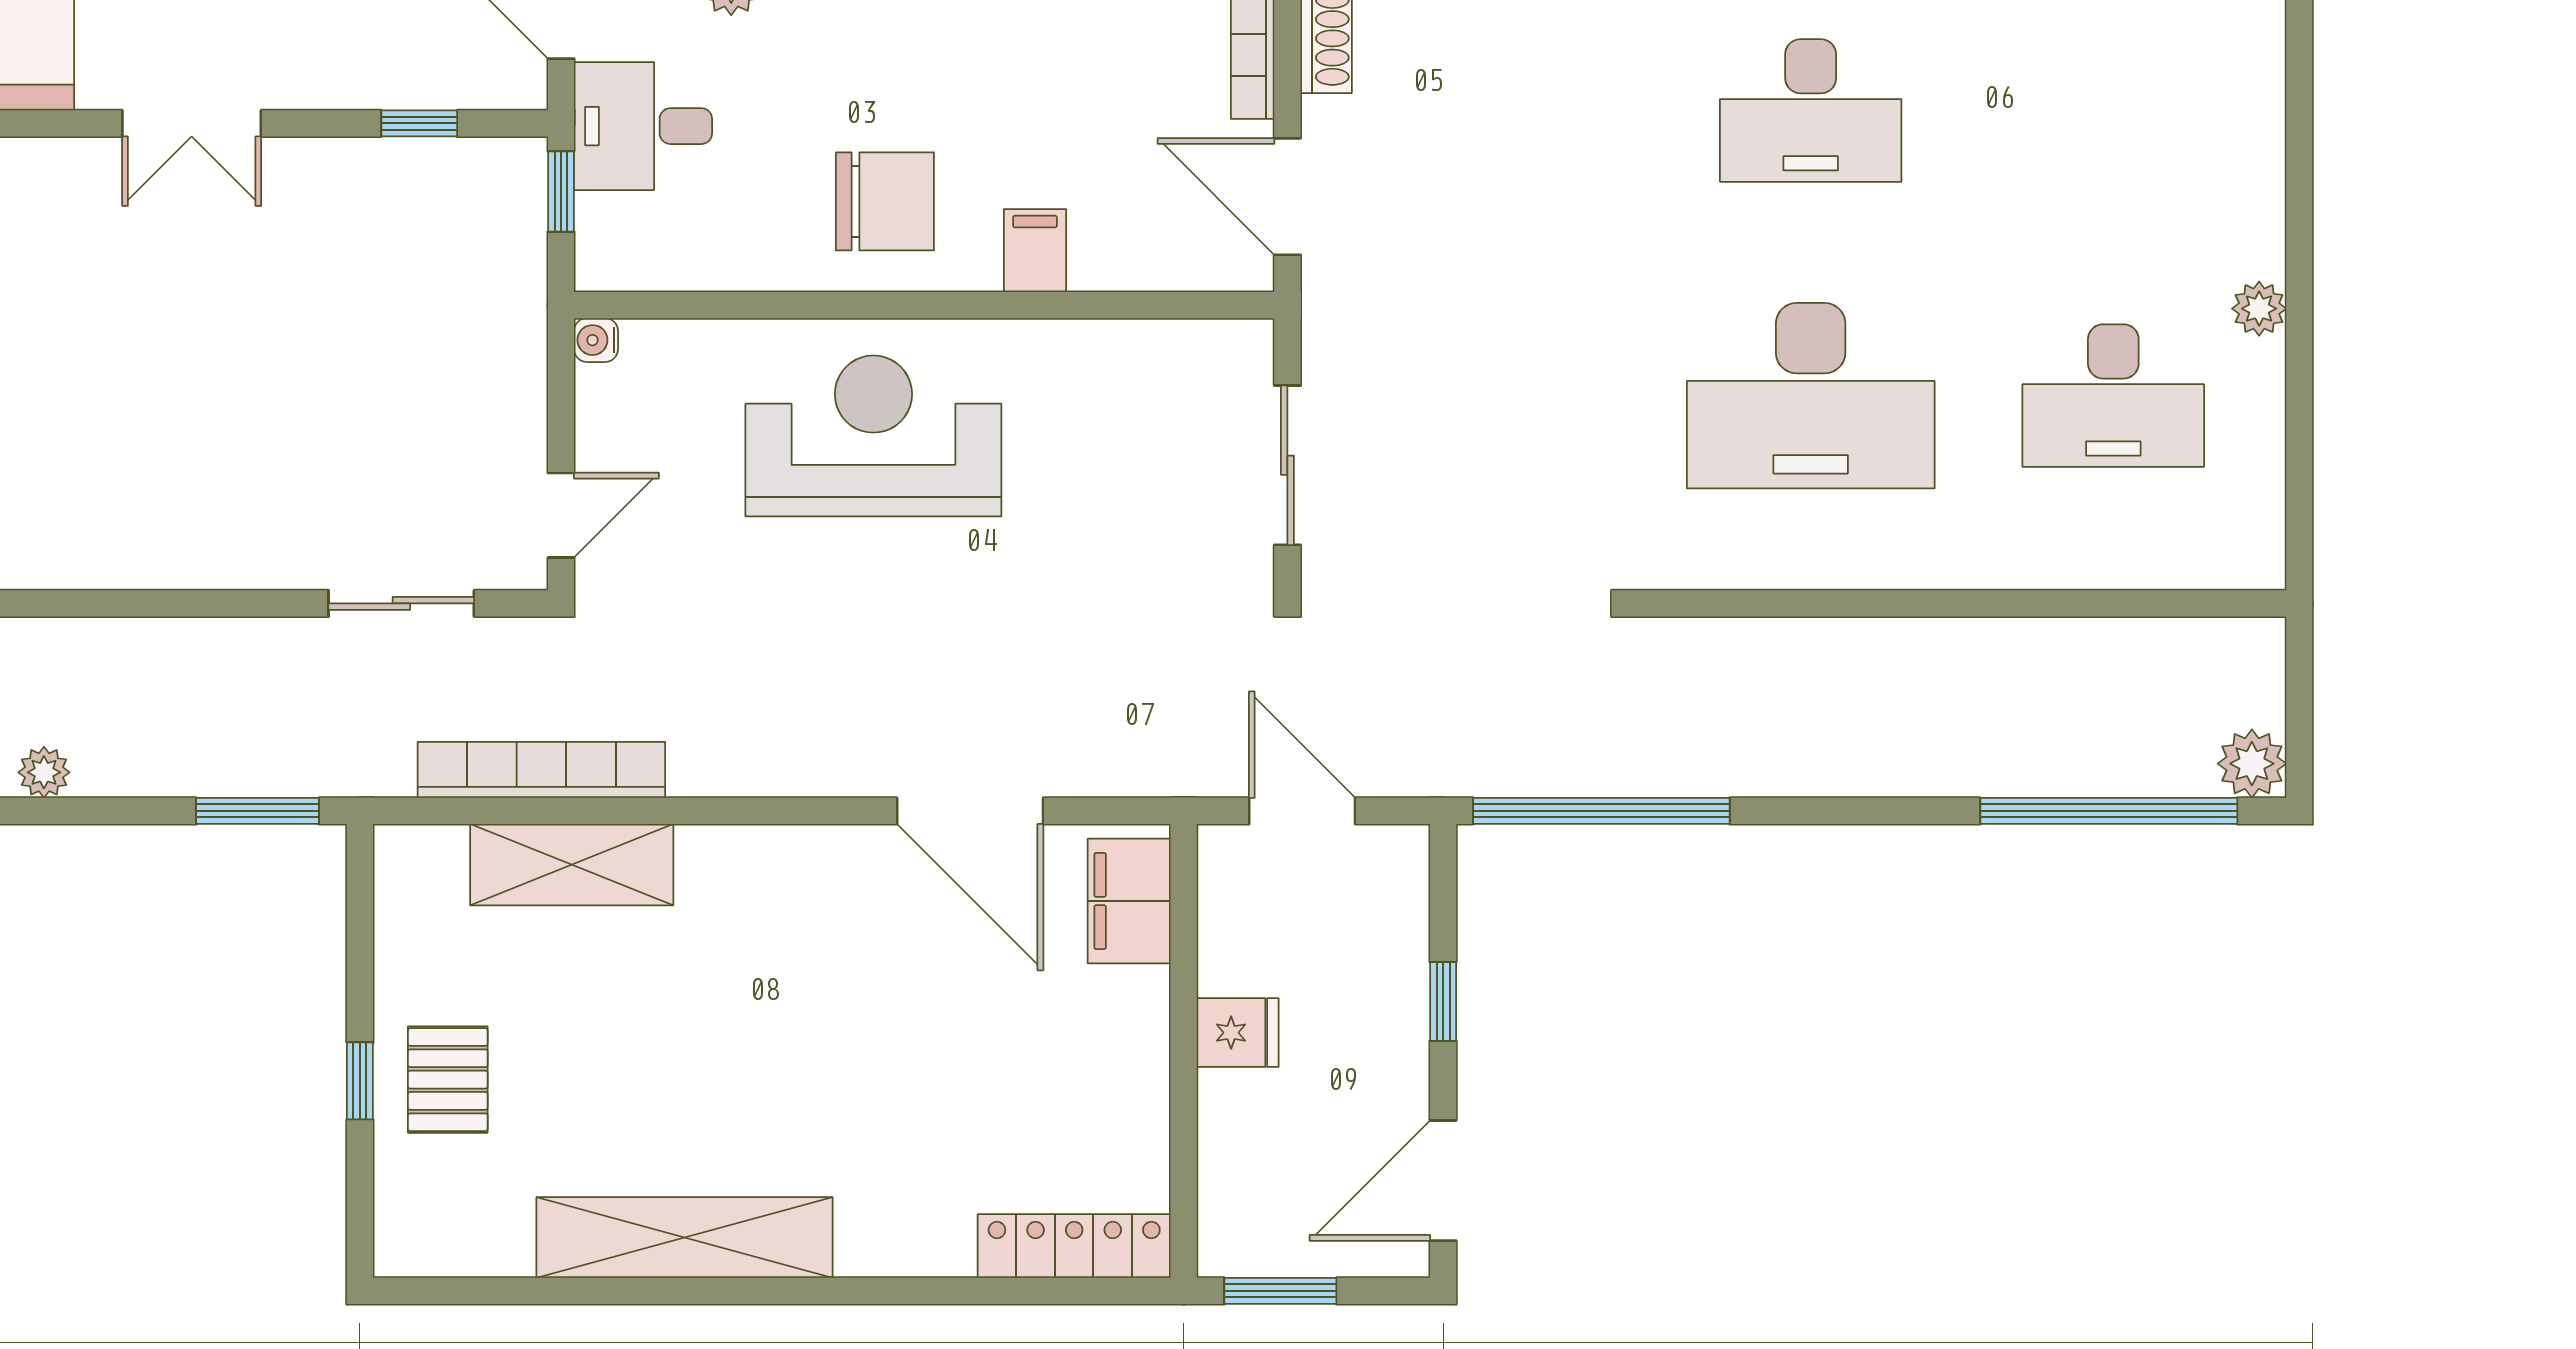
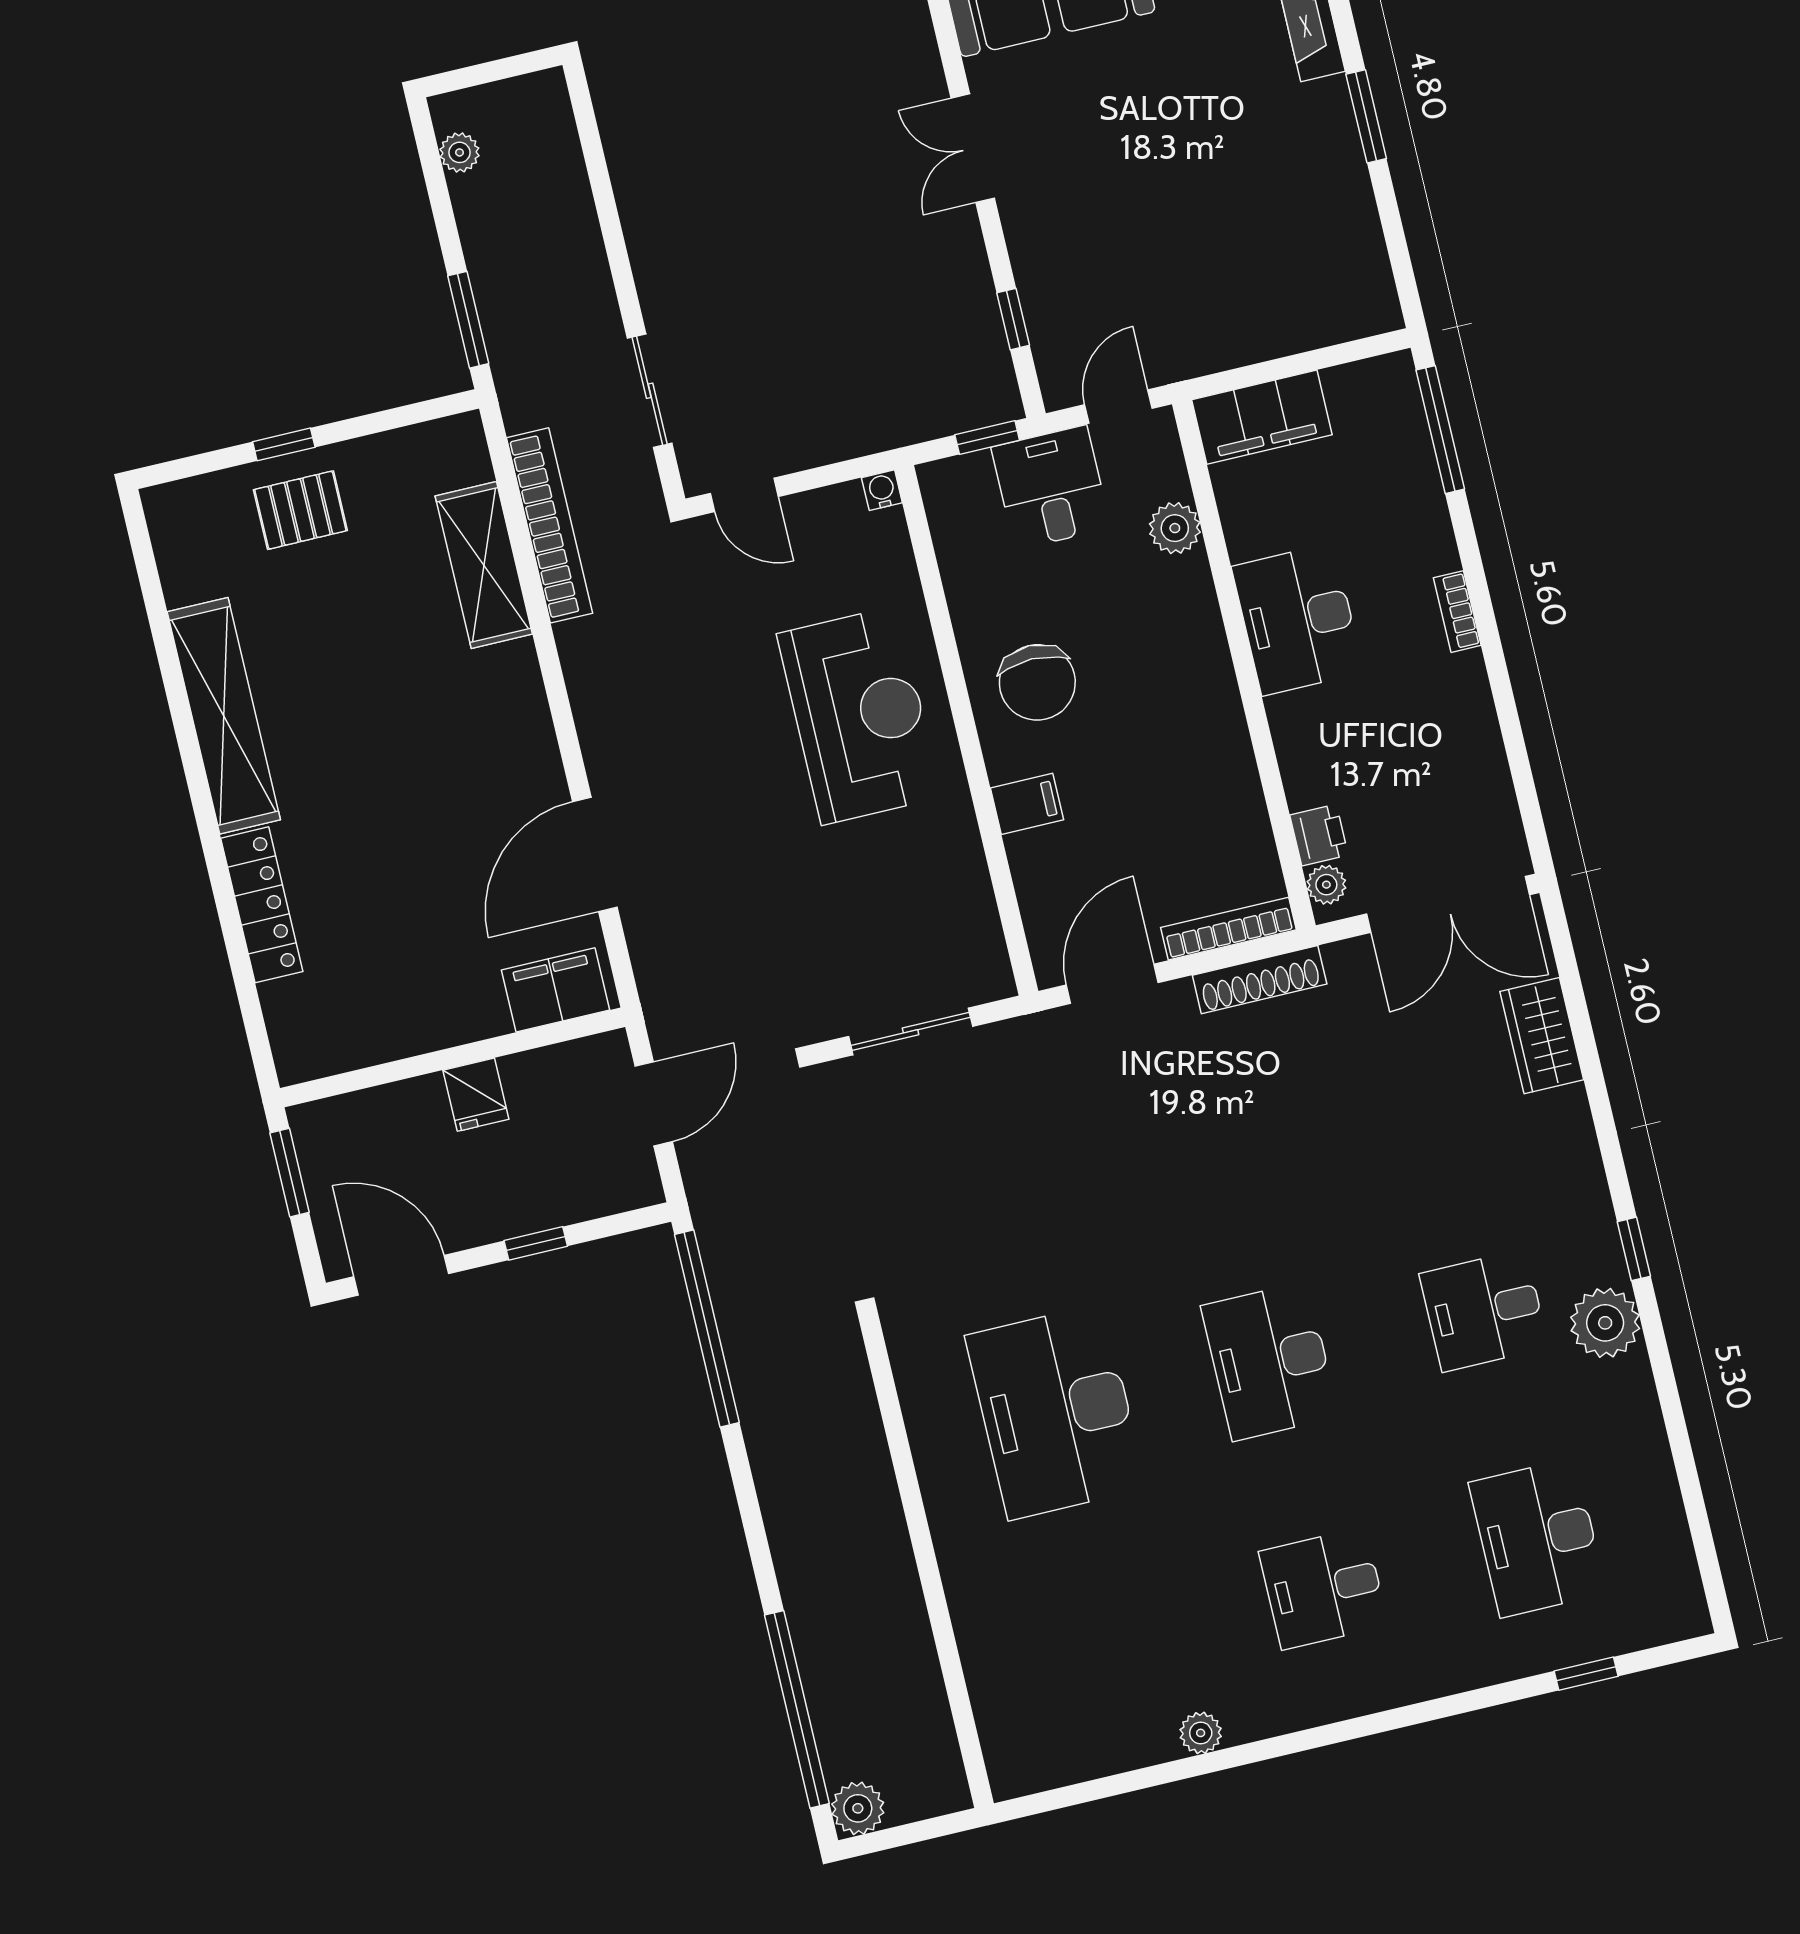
desk: (2113, 396) -> (1323, 1588), moved, width x0.73
locker: (1074, 1246) -> (262, 905), moved

